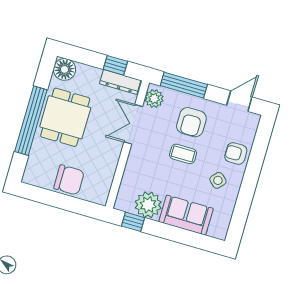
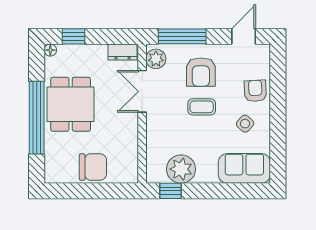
window: (115, 65) -> (74, 36), moved
floor lamp: (64, 69) -> (50, 50), width x0.53, depth x0.53
dresser: (120, 82) -> (123, 52), width x0.70
armchair: (236, 153) -> (255, 91), turned 87
sofa: (186, 215) -> (244, 168), moved

